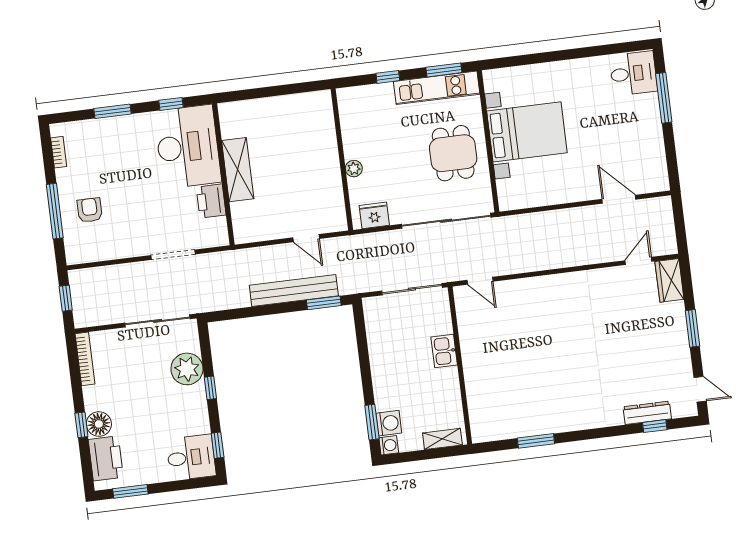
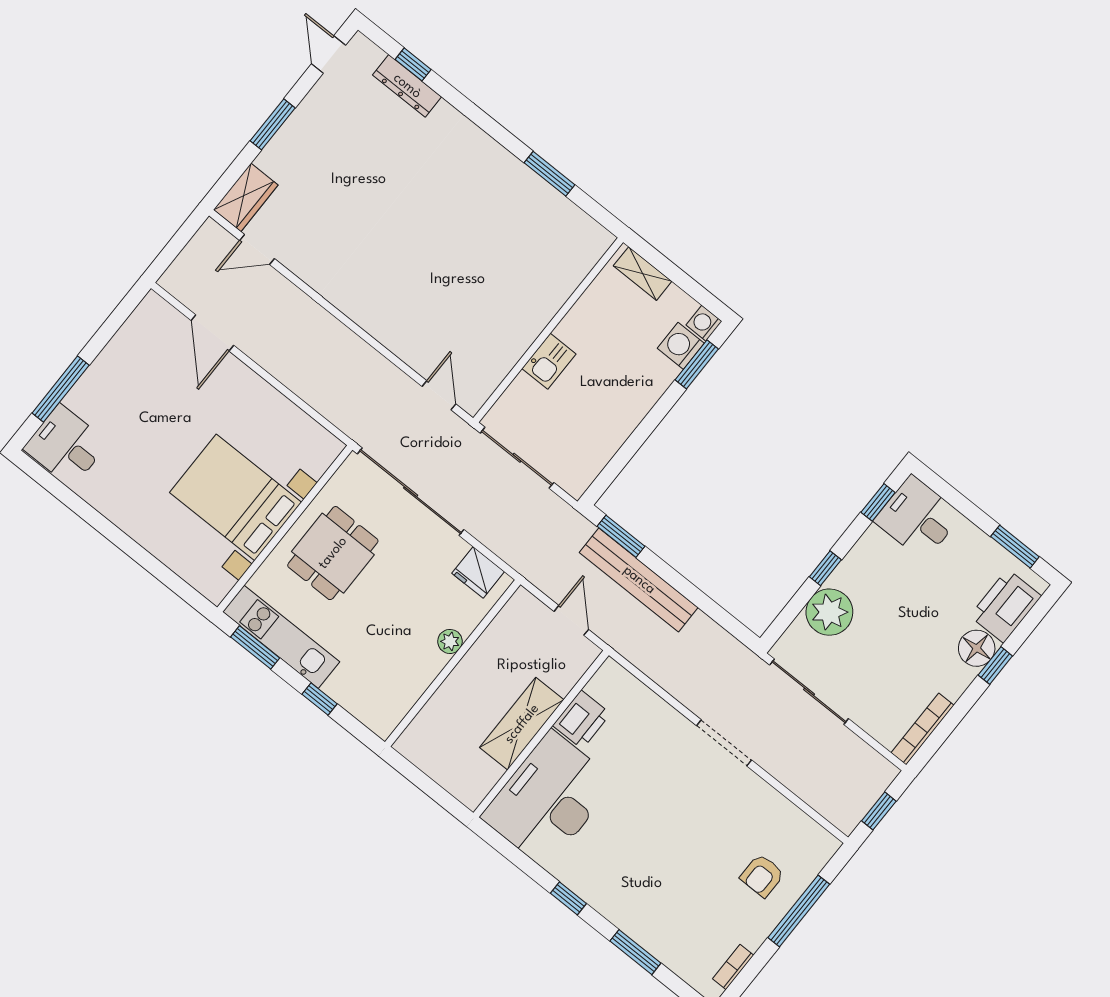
desk: (188, 147) -> (548, 799), moved
shelving: (238, 170) -> (522, 724), moved
wall: (223, 174) -> (541, 734), moved
printer: (211, 201) -> (582, 720), moved

